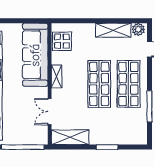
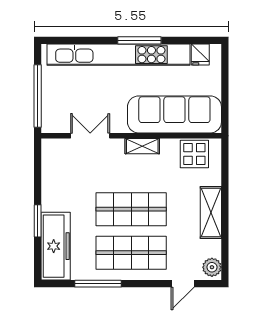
shelving: (113, 30) -> (211, 213), moved
freezer: (124, 135) -> (56, 246), added
shelving: (70, 137) -> (52, 166), removed

